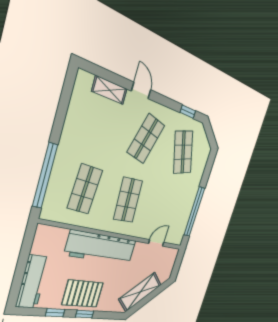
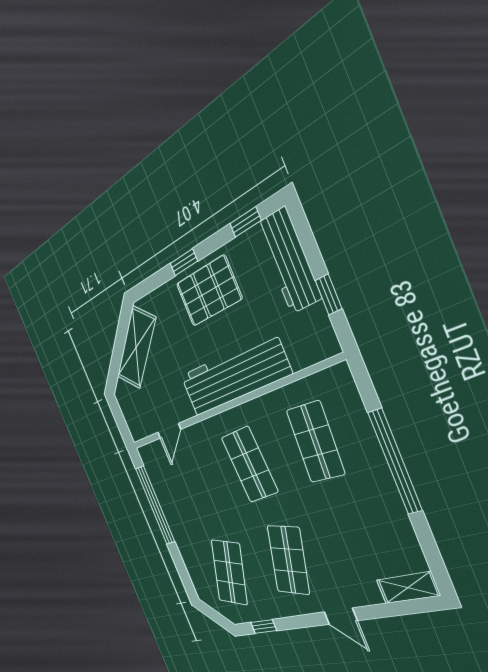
shelving: (110, 90) -> (408, 588), moved
shop shelf: (183, 152) -> (229, 572), turned 36
window: (45, 176) -> (395, 461), moved
window: (25, 254) -> (329, 295), added
window: (55, 313) -> (245, 222), moved

